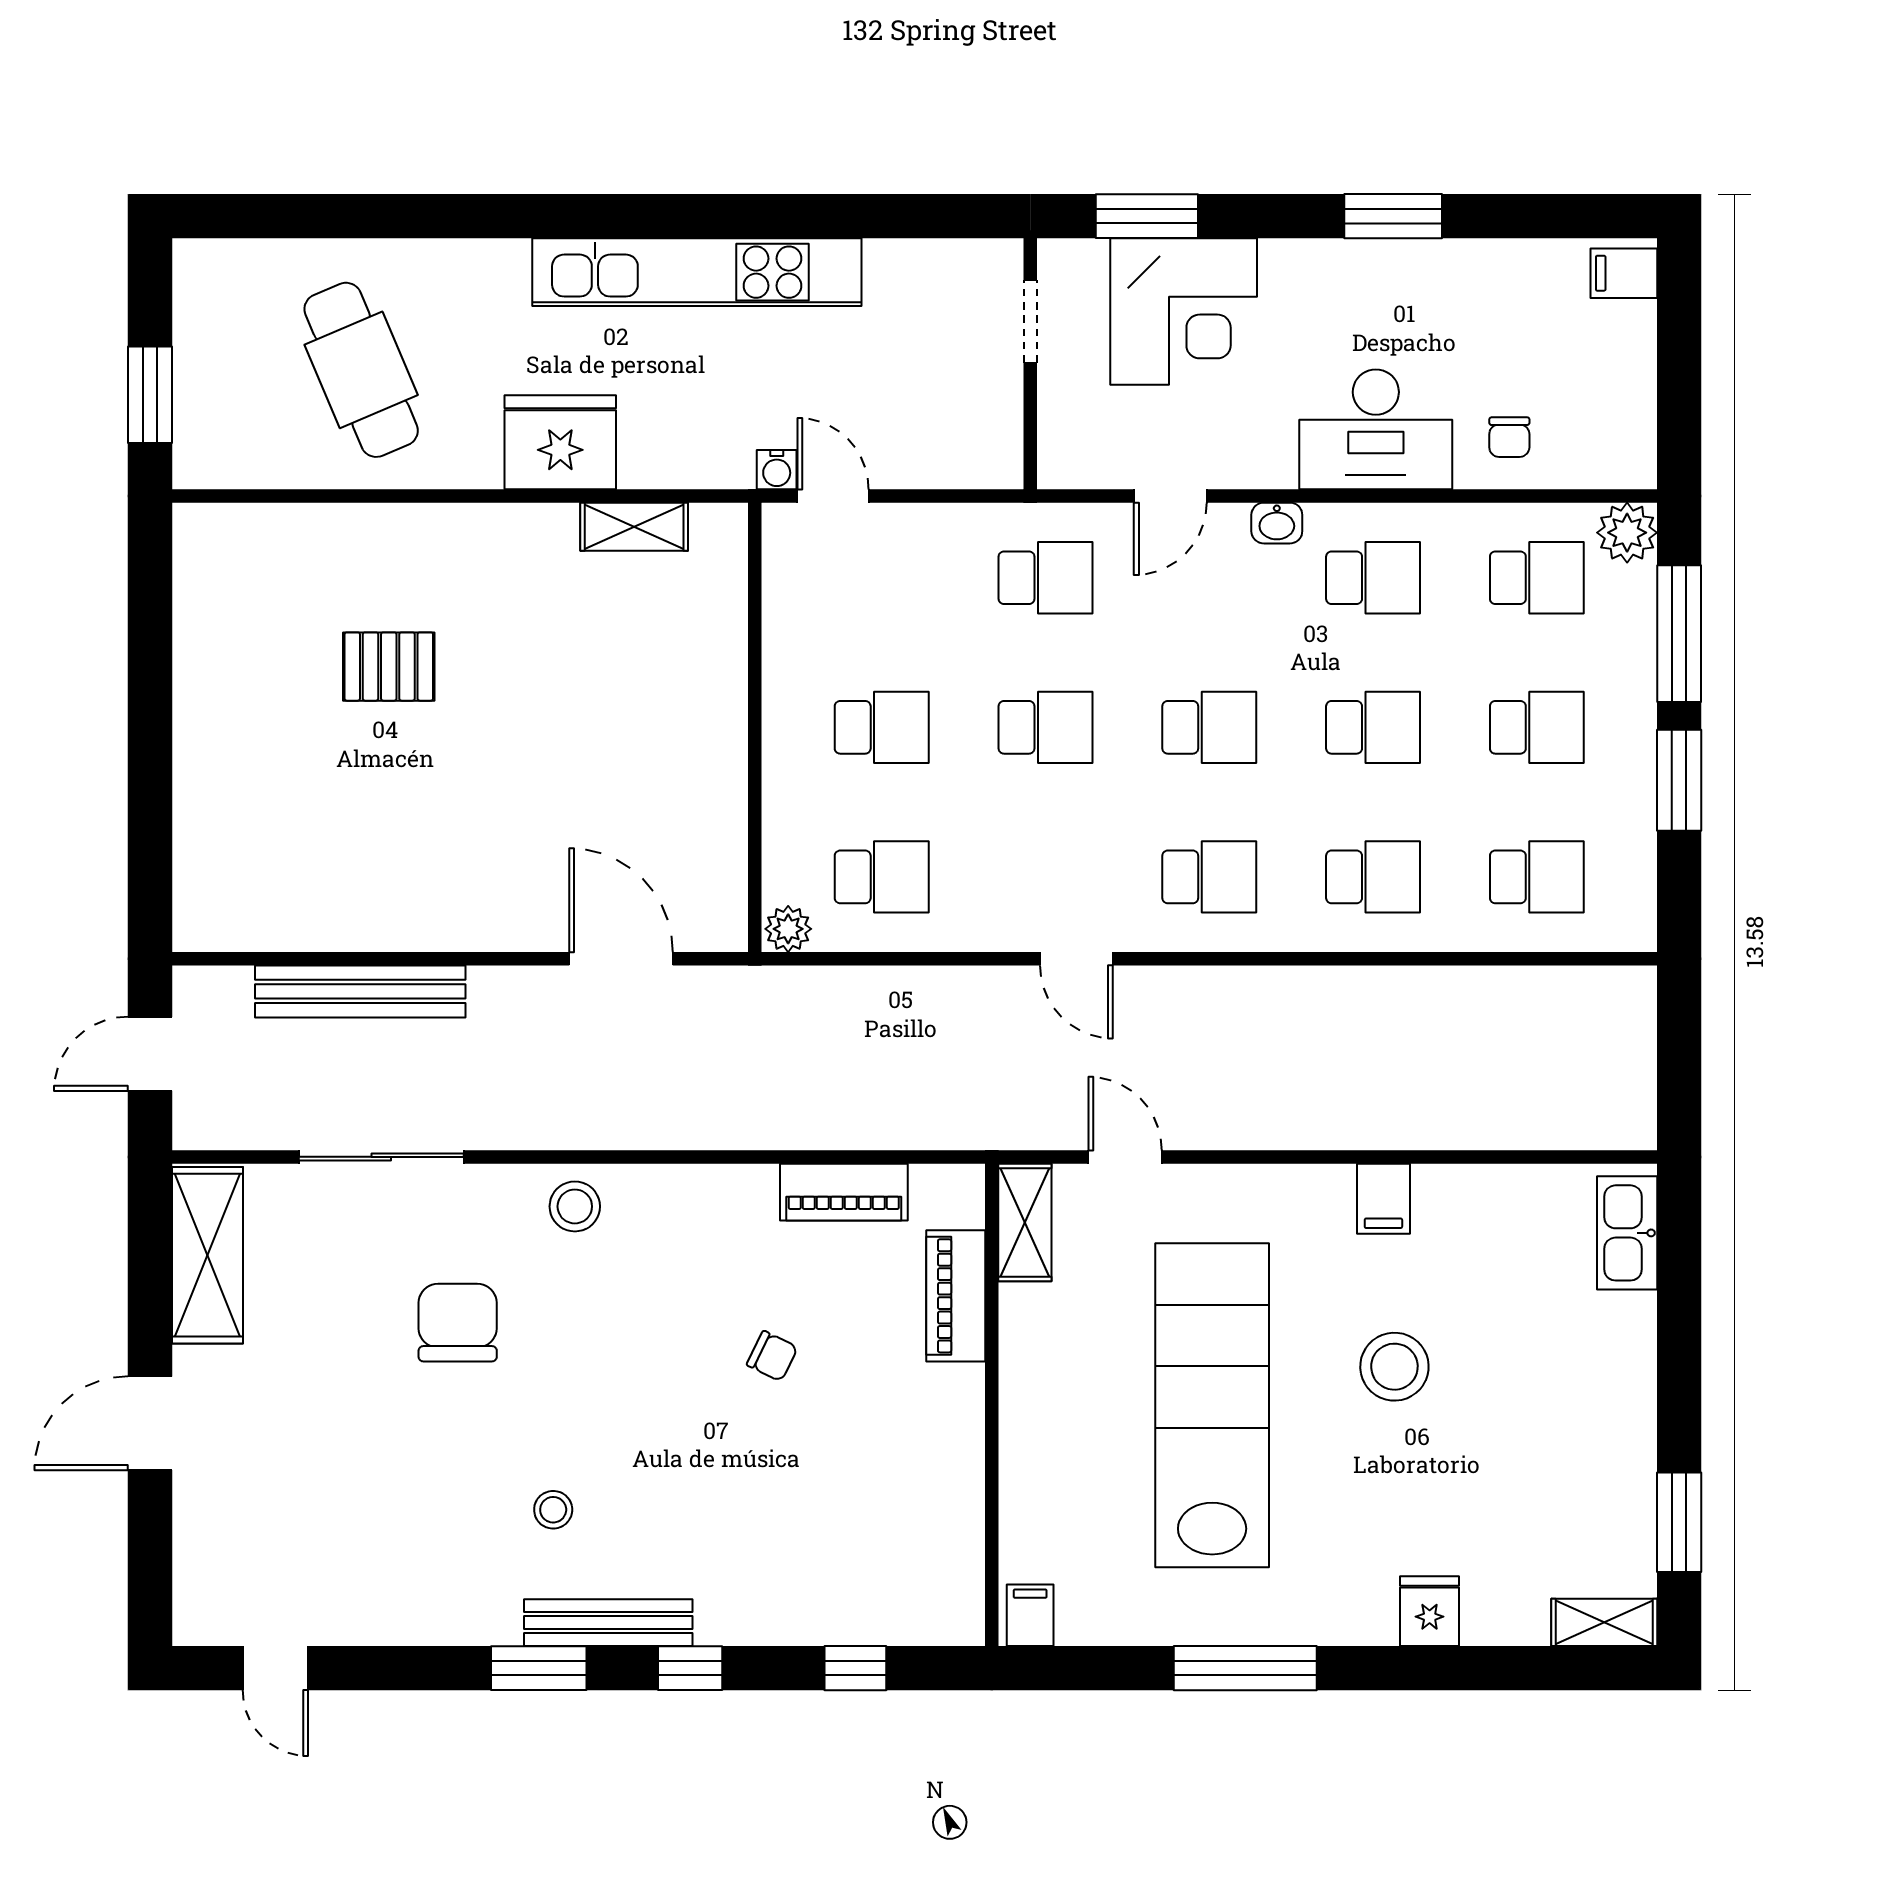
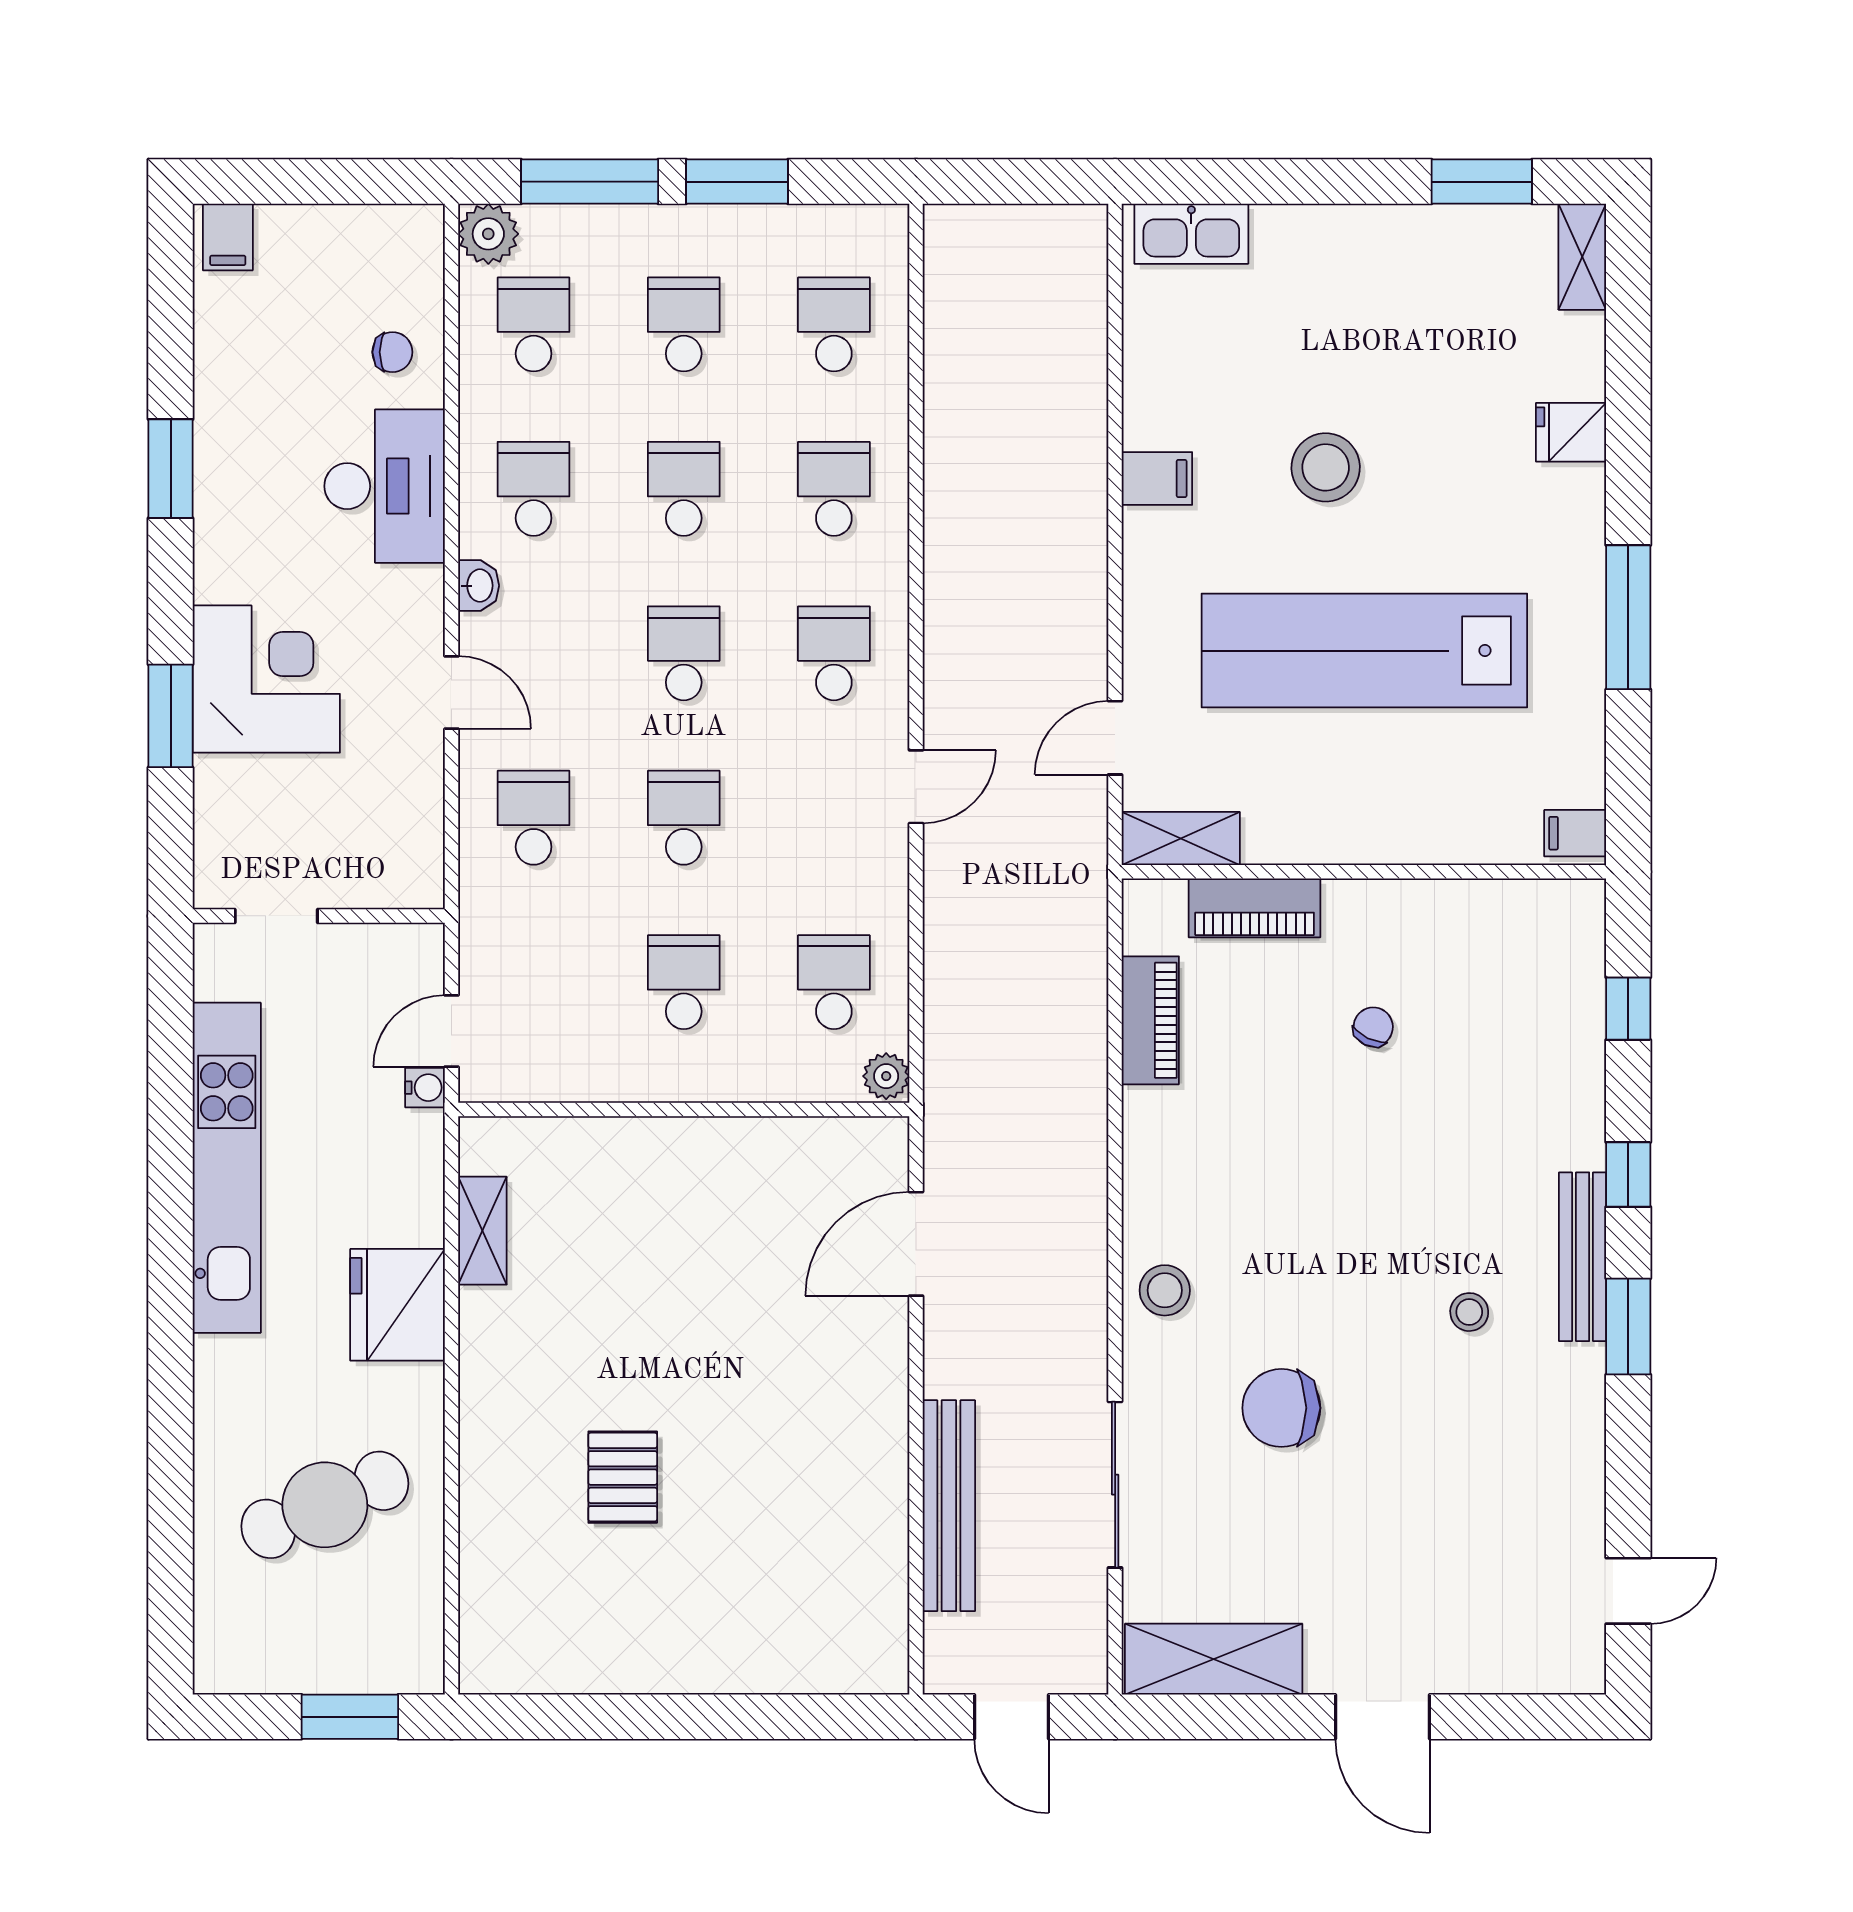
doorway: (1030, 321) -> (276, 916), moved
wall: (1030, 364) -> (319, 916), moved
chair: (772, 1356) -> (1373, 1027), moved

